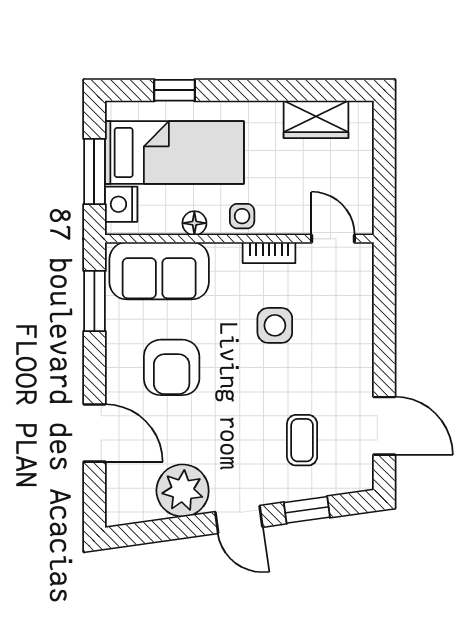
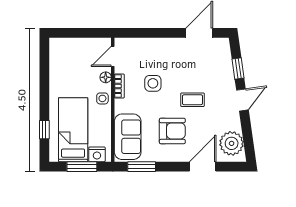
wardrobe: (316, 119) -> (58, 64), removed
floor lamp: (194, 223) -> (106, 77), moved
coffee table: (302, 440) -> (192, 100), moved
plant: (183, 491) -> (232, 143), moved

